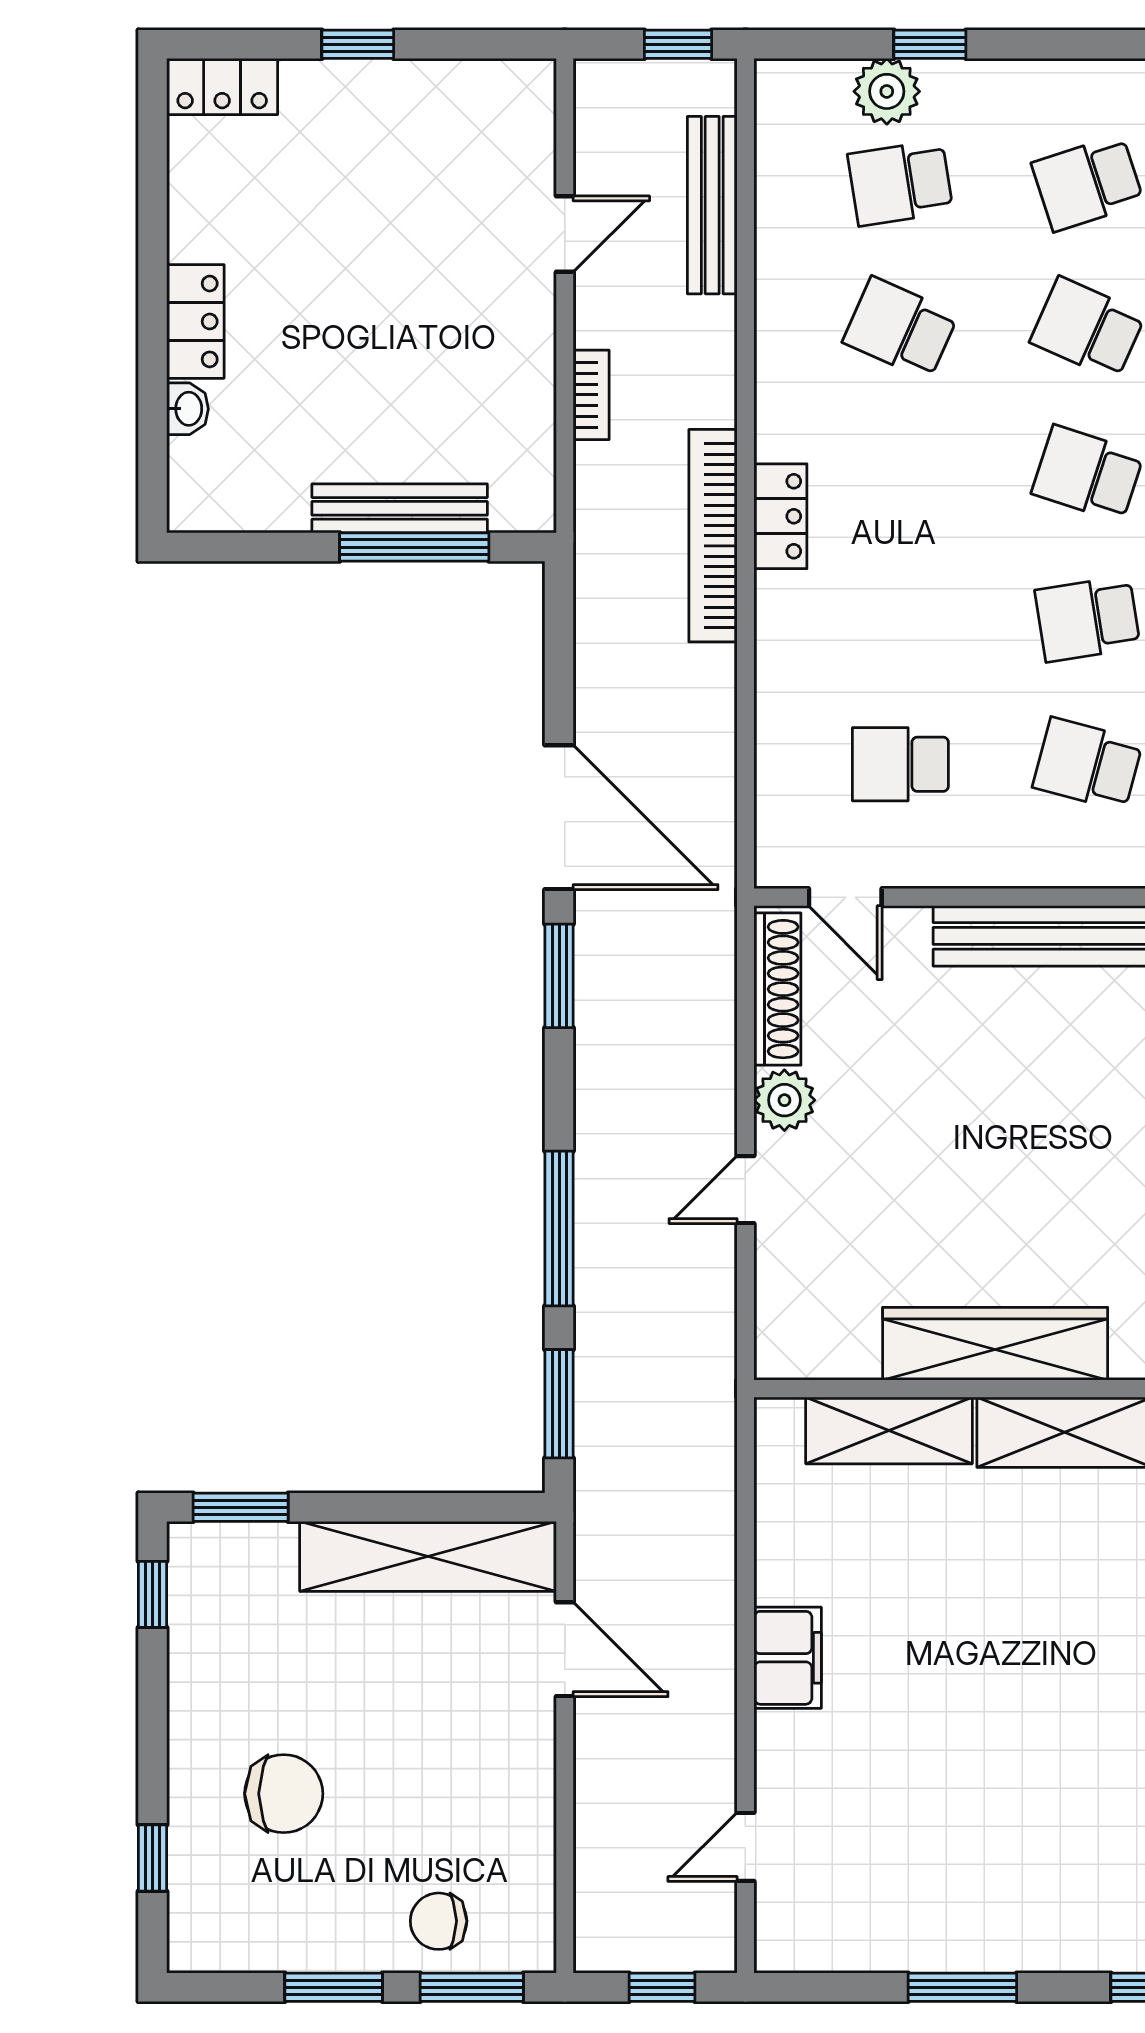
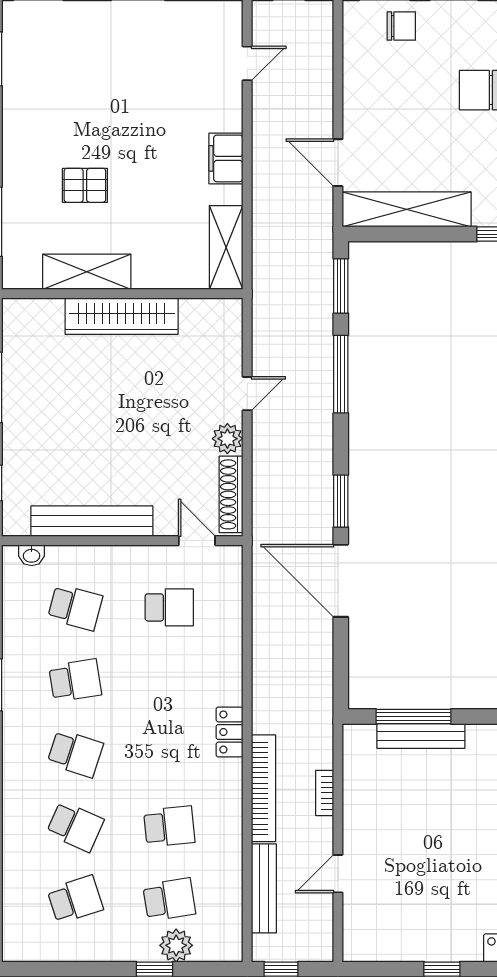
school desk: (900, 328) -> (169, 826), turned -30
bookcase: (713, 536) -> (263, 788), moved
shelving: (889, 1430) -> (226, 248), moved, turned 90
pallet: (1068, 1604) -> (85, 185), added

